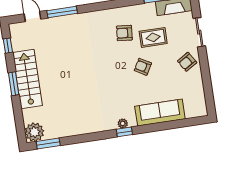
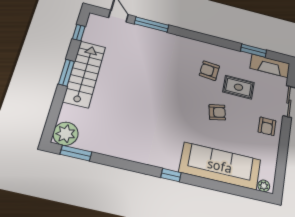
armchair: (187, 62) -> (267, 126), turned -58
armchair: (143, 67) -> (217, 112), turned 138
sofa: (160, 113) -> (220, 166), width x1.36, depth x1.27
plant: (123, 124) -> (264, 186), moved

